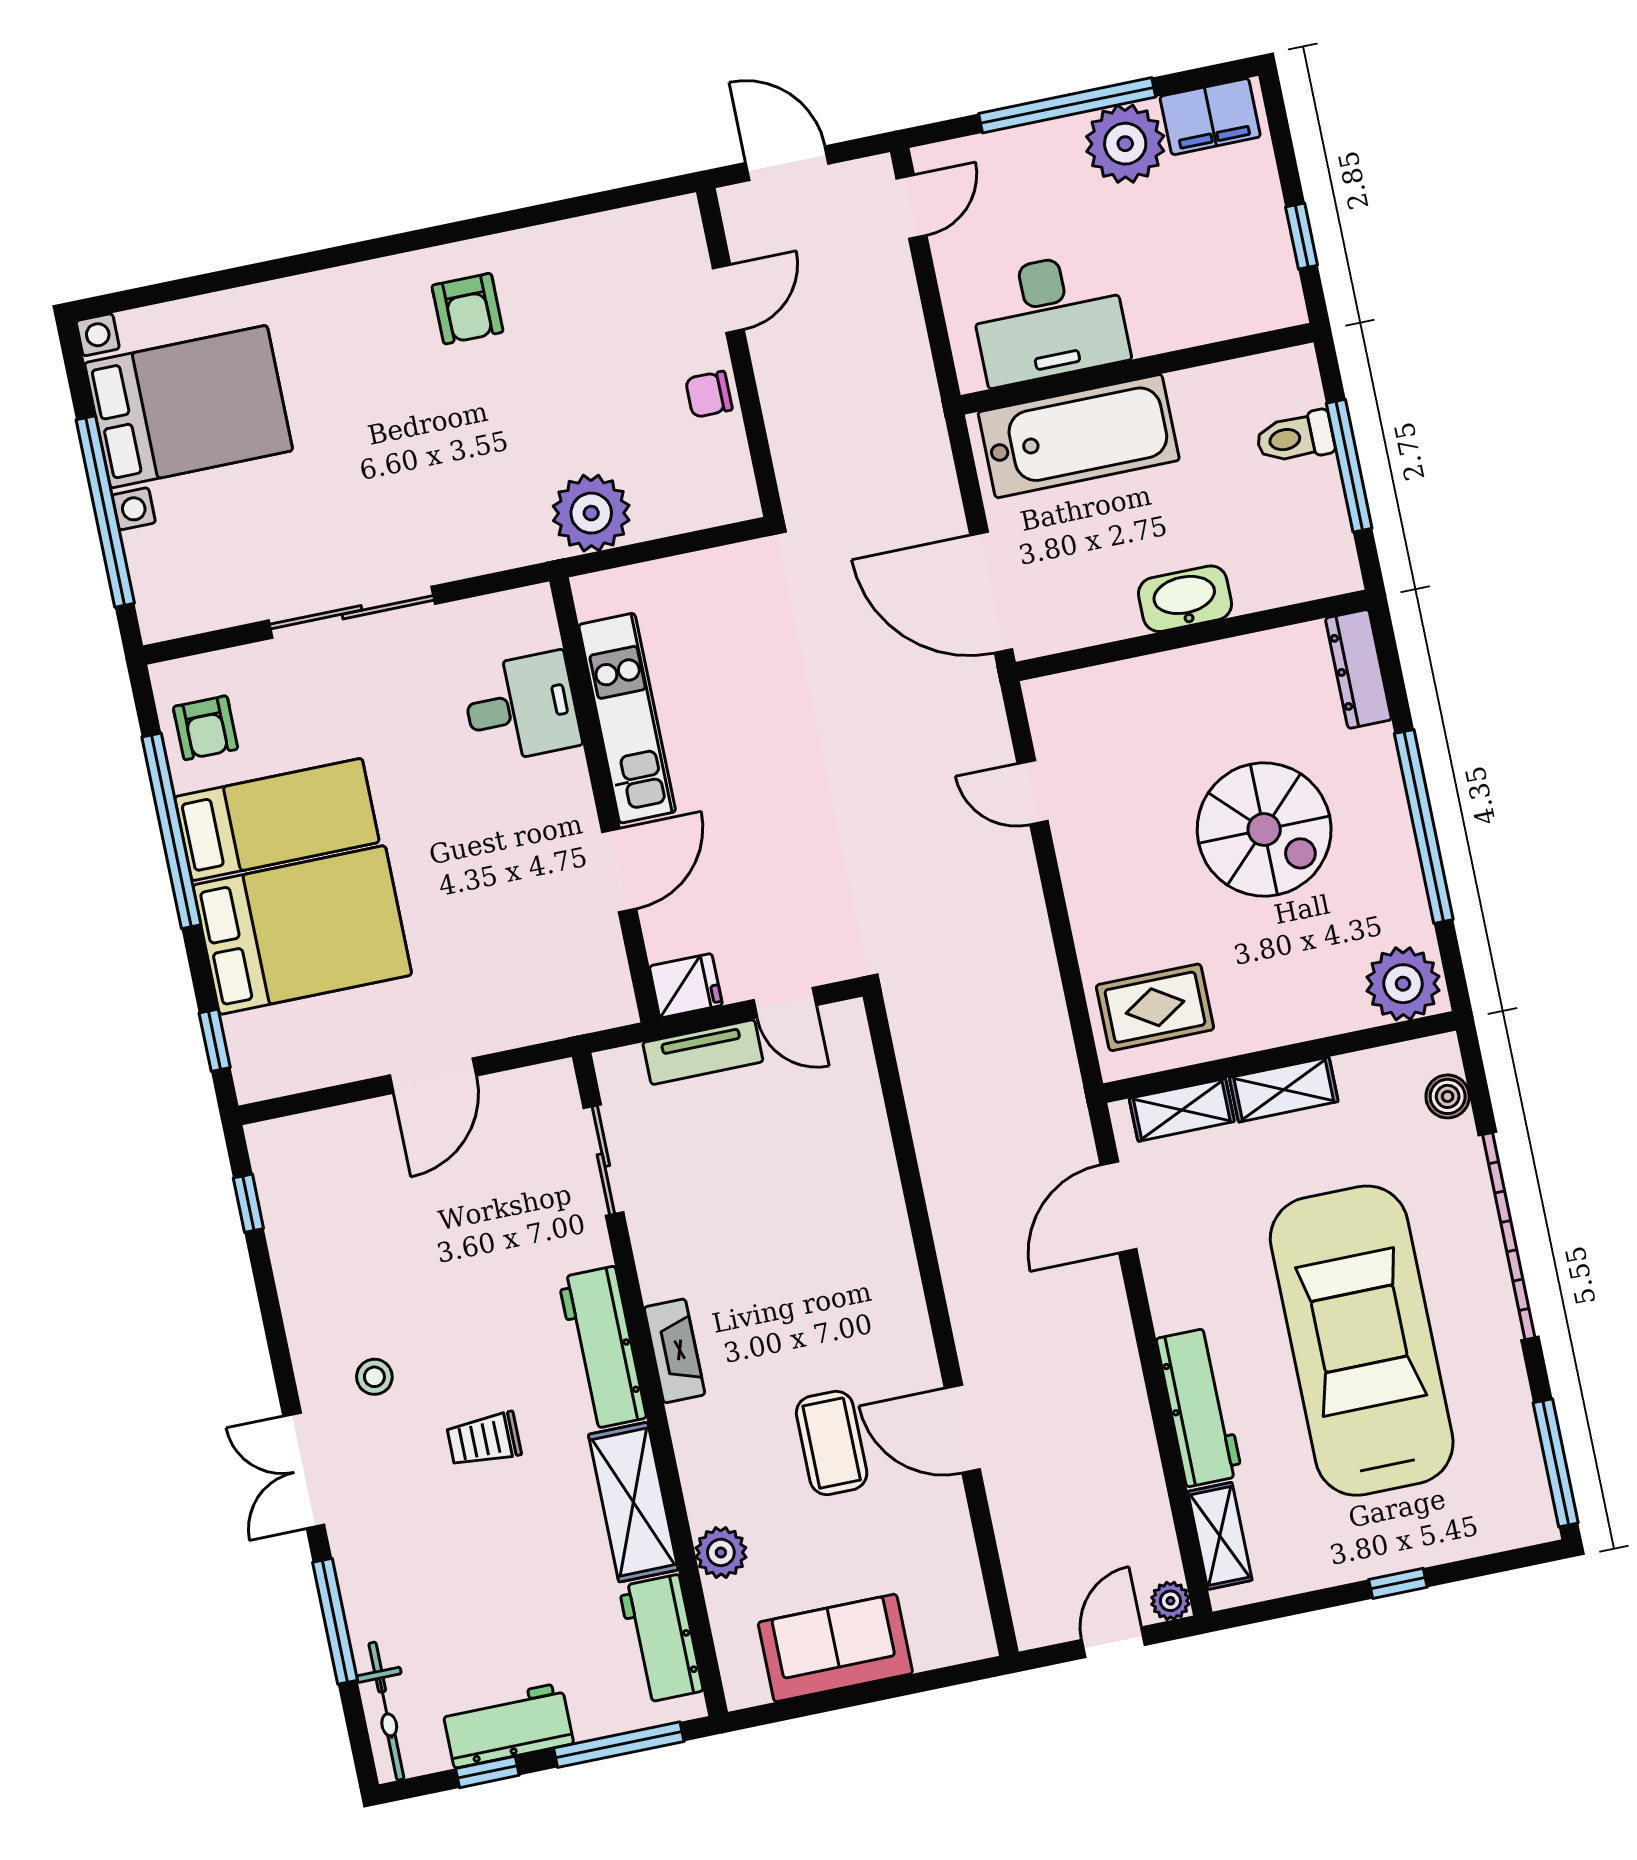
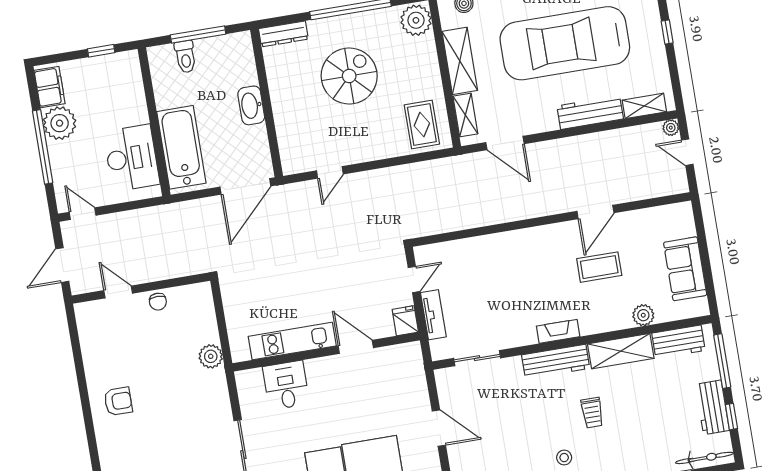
plant: (591, 513) -> (211, 356), width x0.73, depth x0.73
shelving: (1284, 1090) -> (460, 61), width x1.50, depth x1.33

